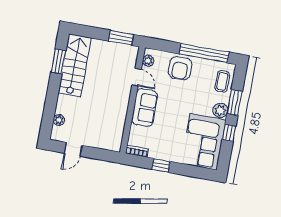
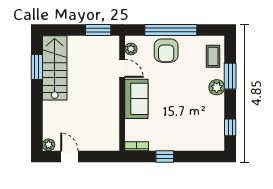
window: (204, 53) -> (171, 30), moved
plant: (59, 120) -> (49, 145), moved
window: (229, 133) -> (230, 127), moved
corner sofa: (203, 142) -> (205, 124), removed
door: (73, 149) -> (69, 157), swing flipped

